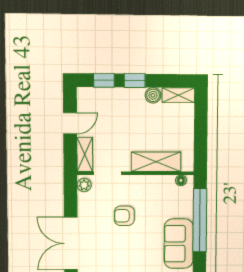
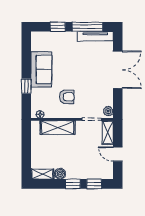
door: (70, 123) -> (118, 154), hinge flipped
armchair: (124, 216) -> (67, 97), moved
window: (200, 220) -> (26, 86), width x0.32

